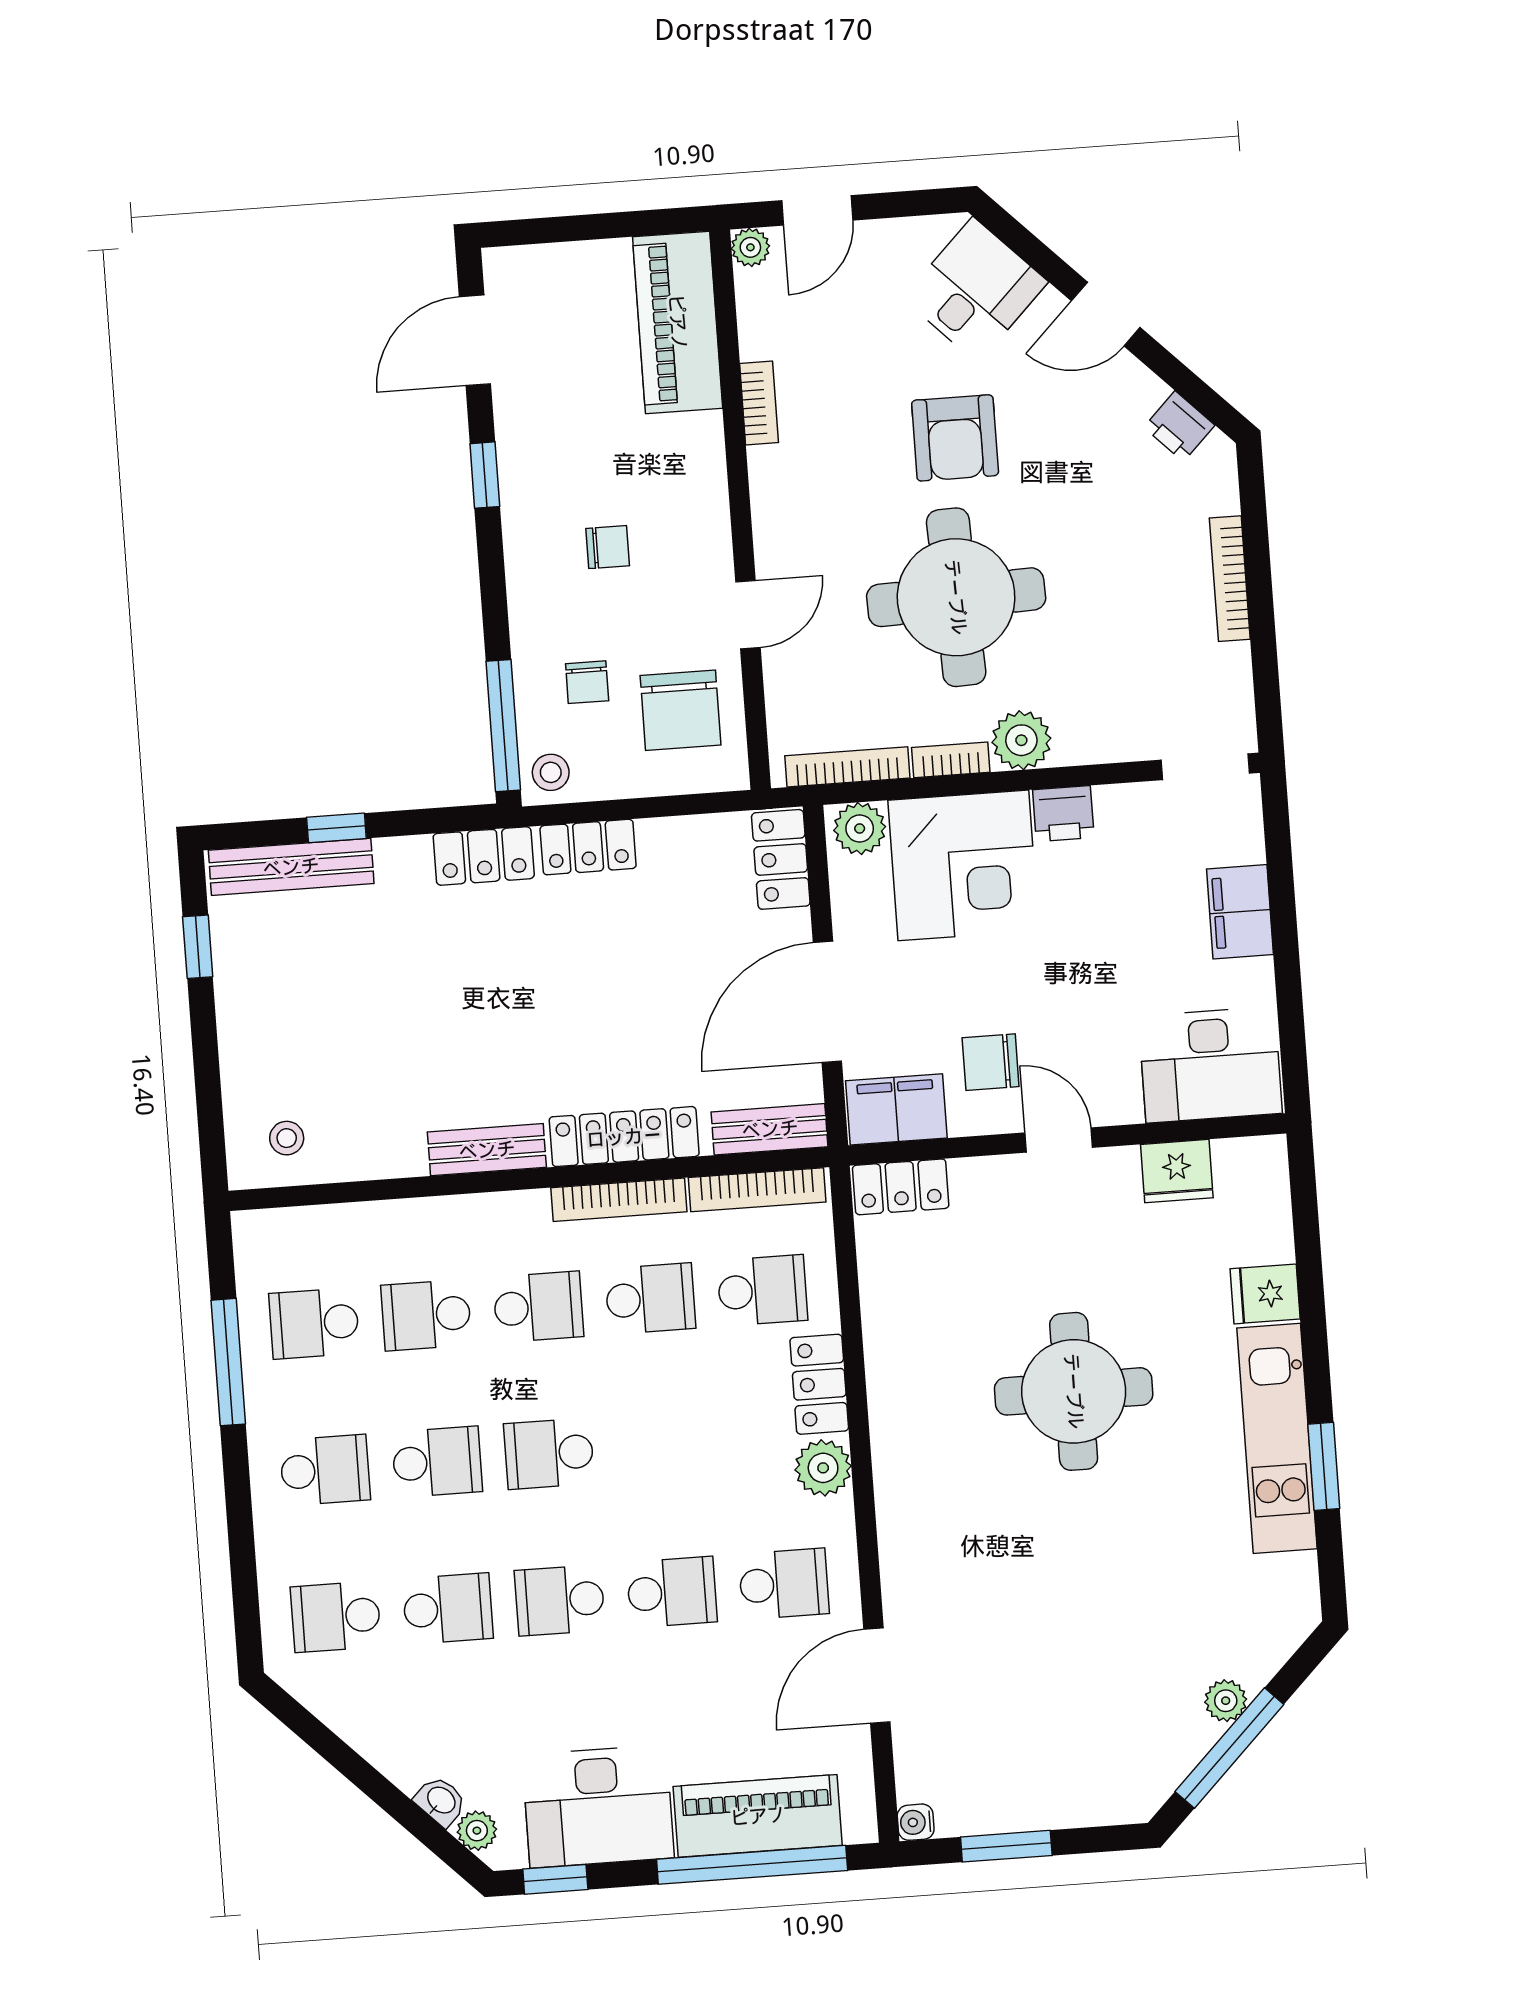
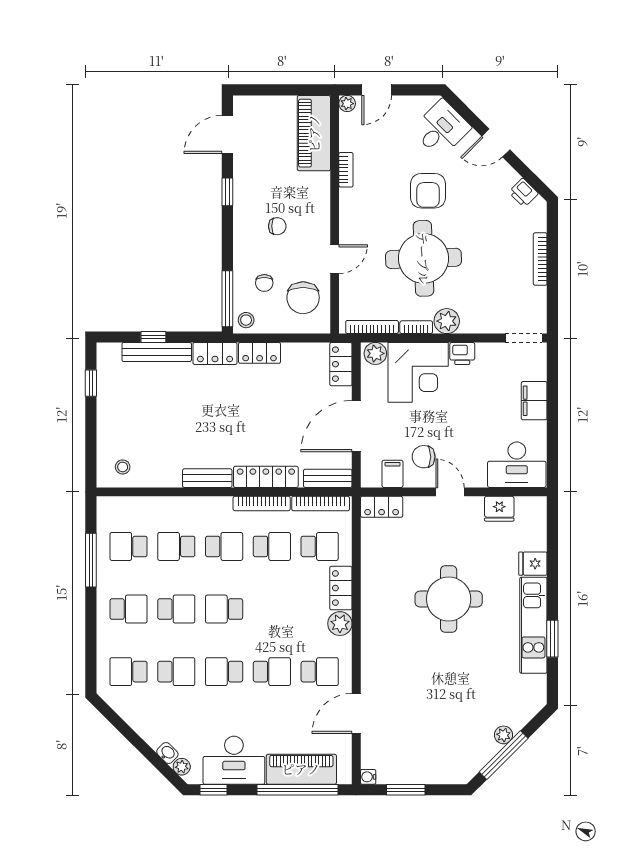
bench: (291, 867) -> (157, 352), moved
filing cabinet: (896, 1109) -> (392, 474), width x0.50

